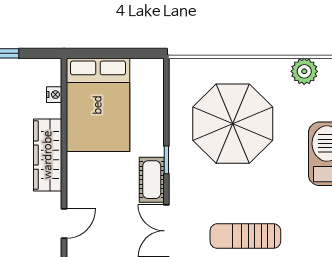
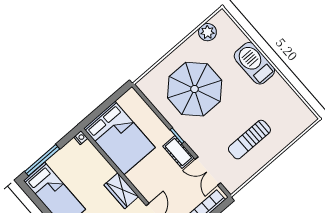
nightstand: (54, 95) -> (81, 138), moved
wardrobe: (48, 155) -> (121, 191), width x0.67

